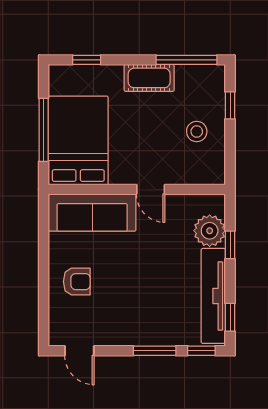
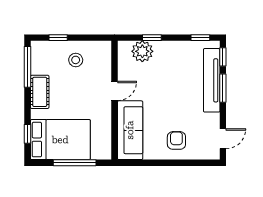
bed: (78, 140) -> (60, 140), moved, turned 180
tv unit: (213, 296) -> (212, 80), moved, turned 90

